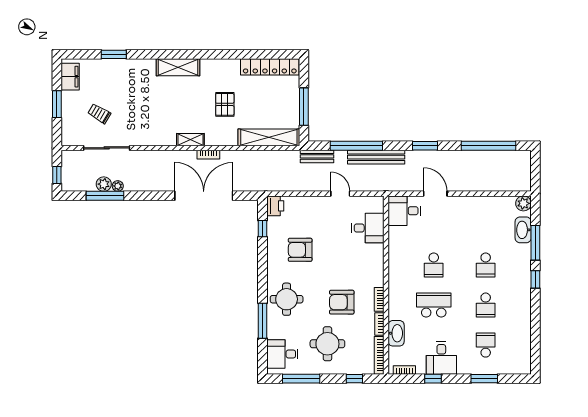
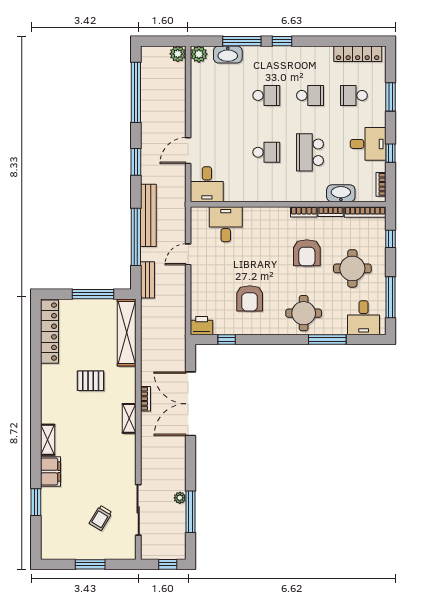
shelving: (178, 67) -> (48, 440), width x0.67, depth x0.75
filing cabinet: (70, 77) -> (50, 472), moved, turned 90
plant: (104, 184) -> (178, 54), moved
locker: (524, 349) -> (358, 54), added

